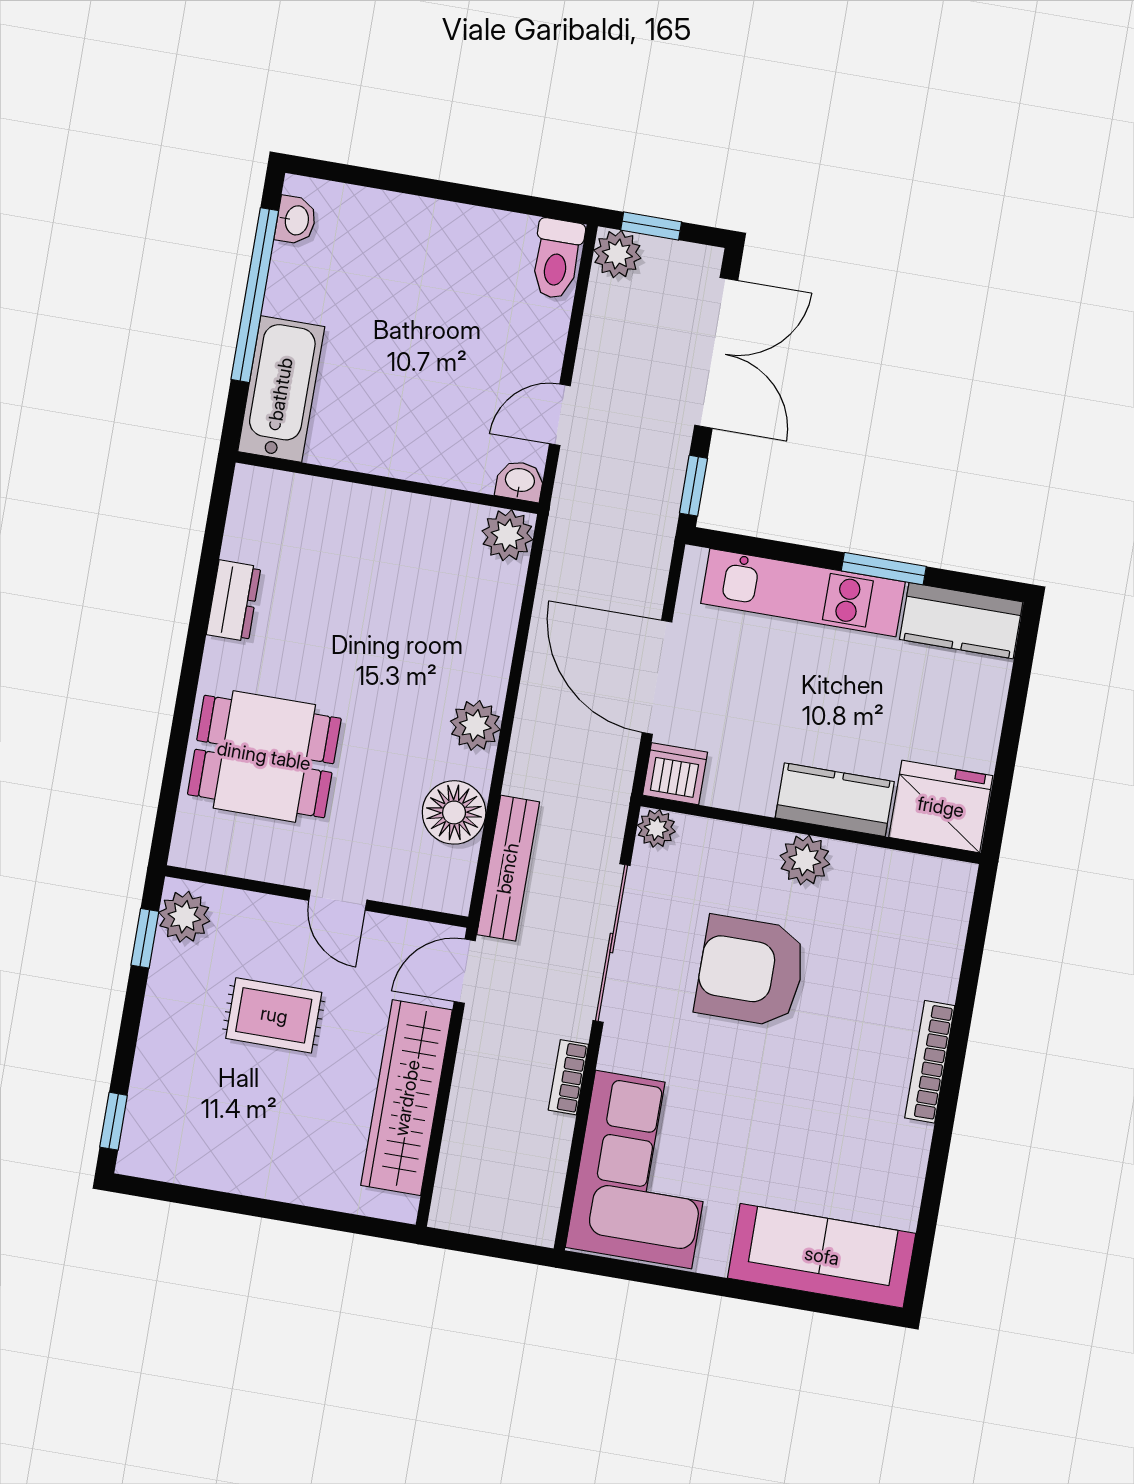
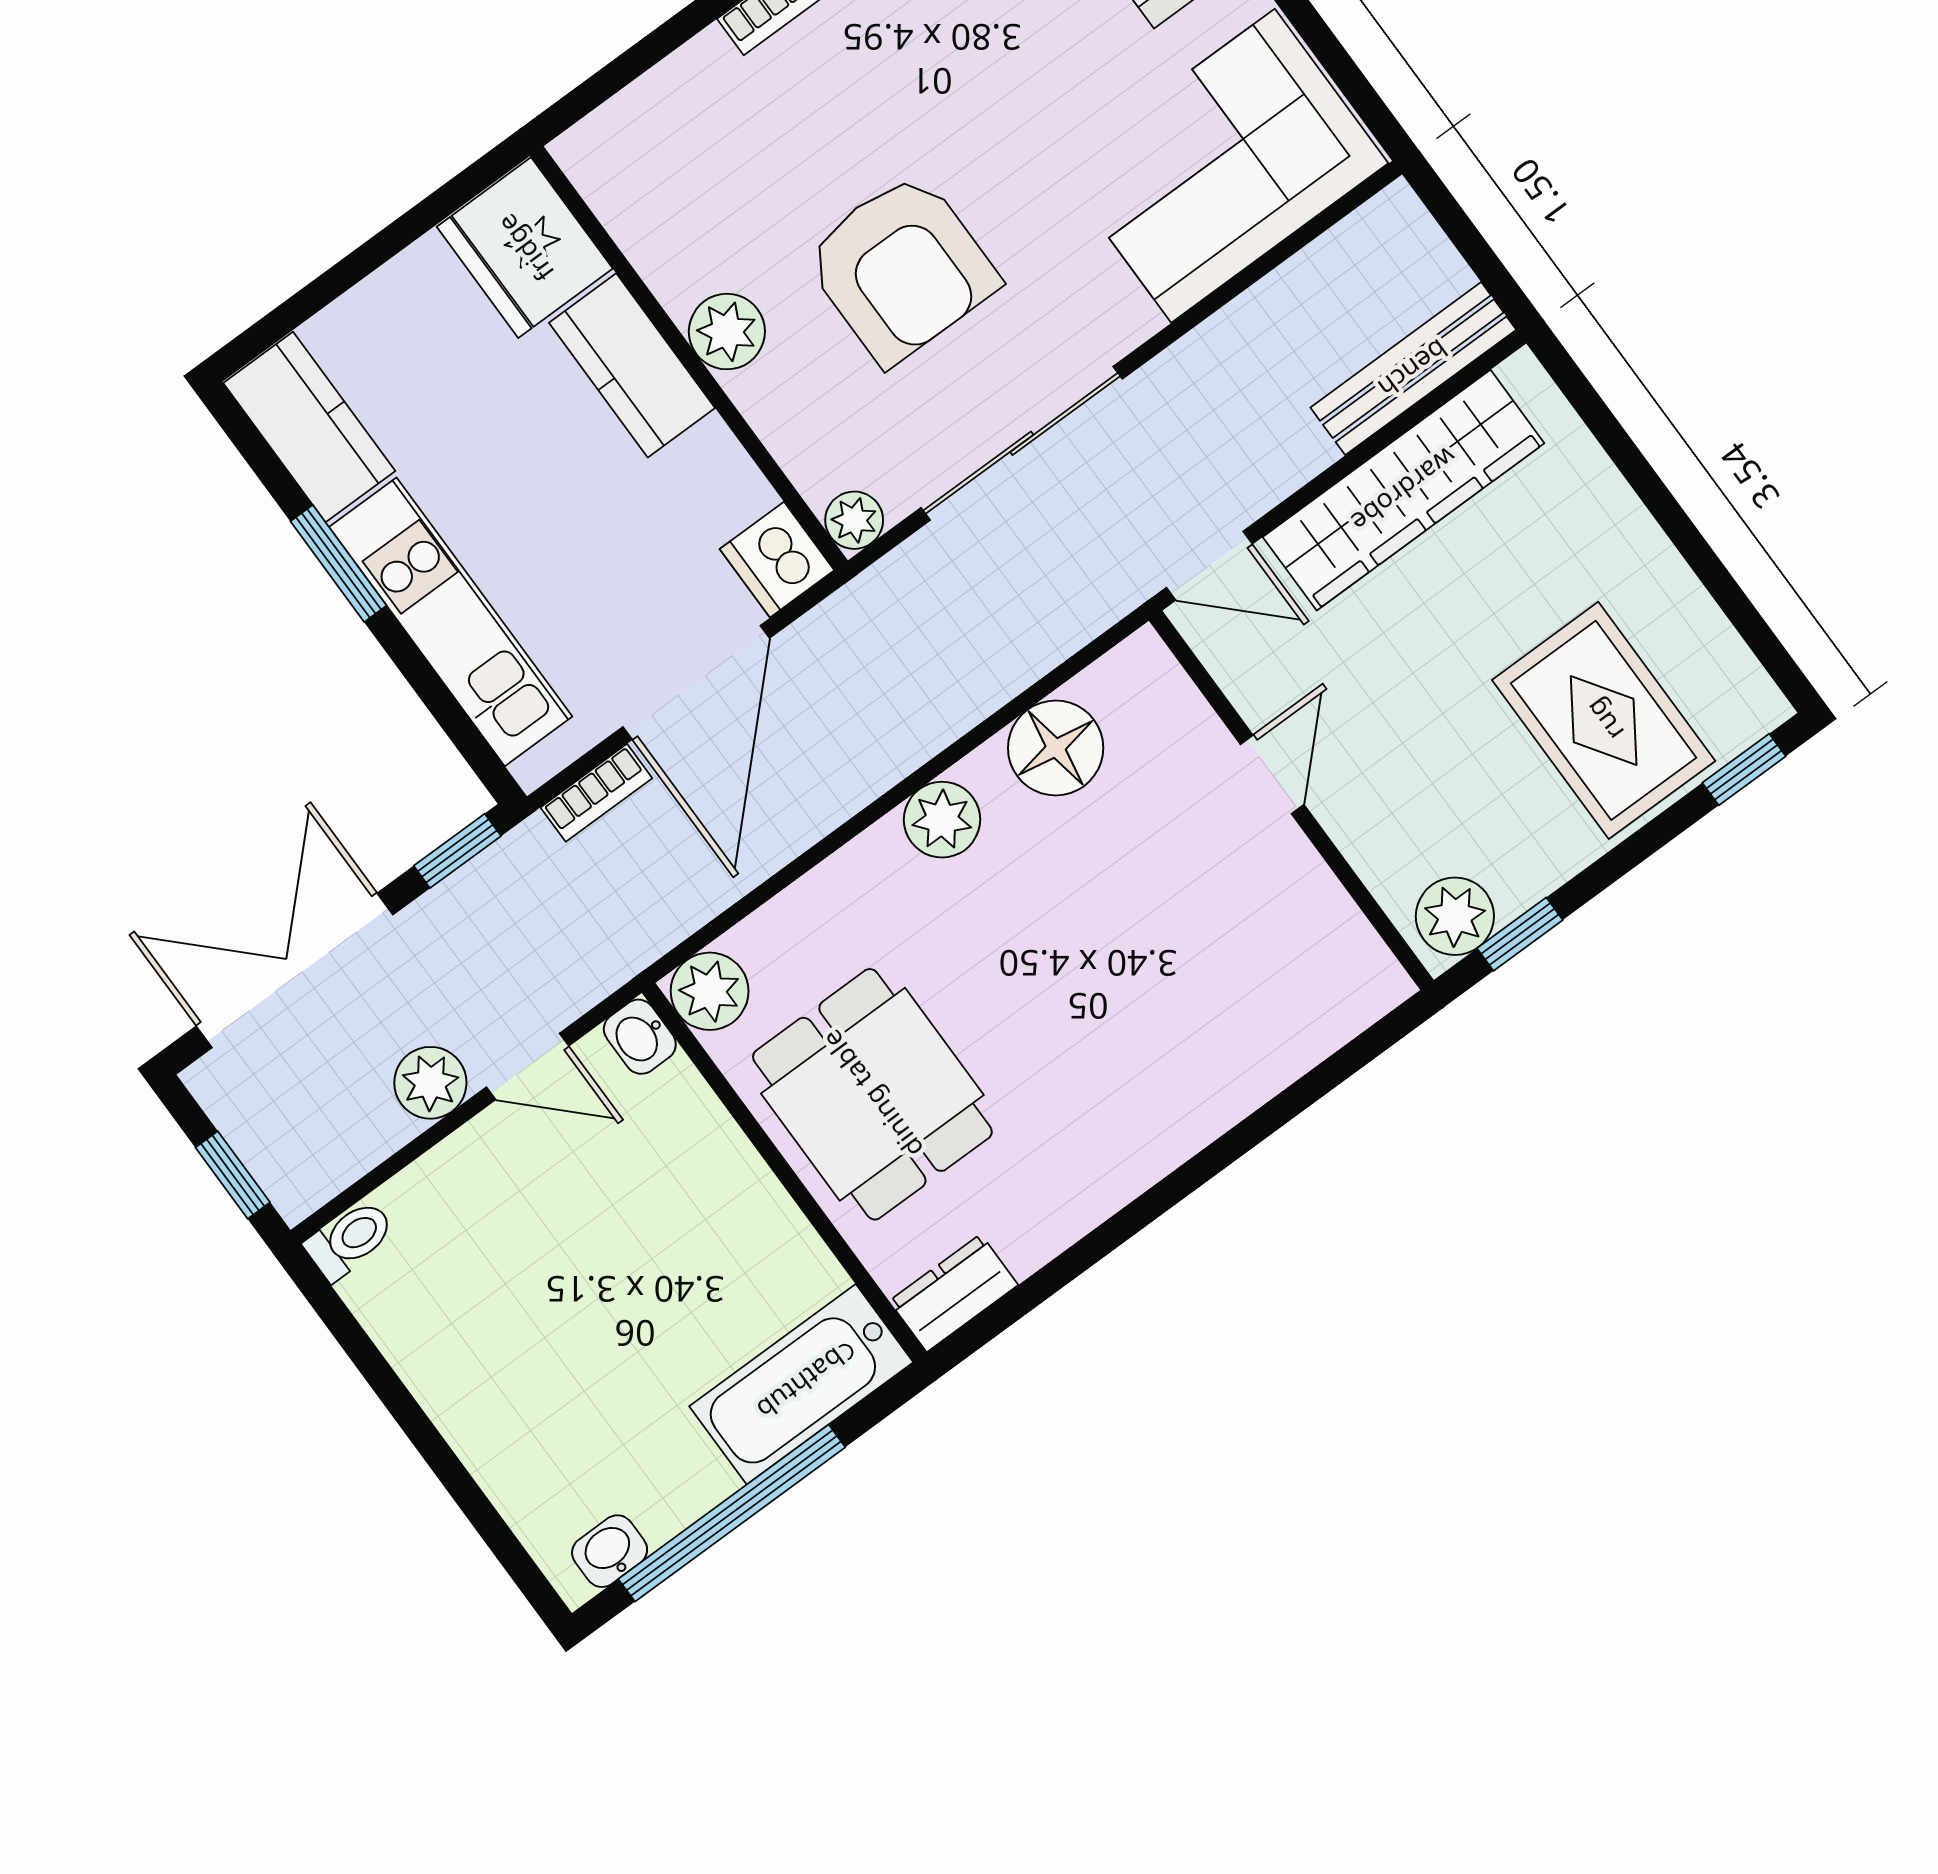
plant: (617, 254) -> (430, 1083), moved
toilet: (557, 259) -> (350, 1240), width x0.73, depth x0.72
dresser: (234, 601) -> (954, 1293), moved
dining table: (264, 756) -> (872, 1094), moved
bench: (508, 868) -> (1413, 369), moved
rug: (274, 1015) -> (1604, 720), moved, width x1.36, depth x1.43
bookcase: (568, 1077) -> (596, 793), moved

